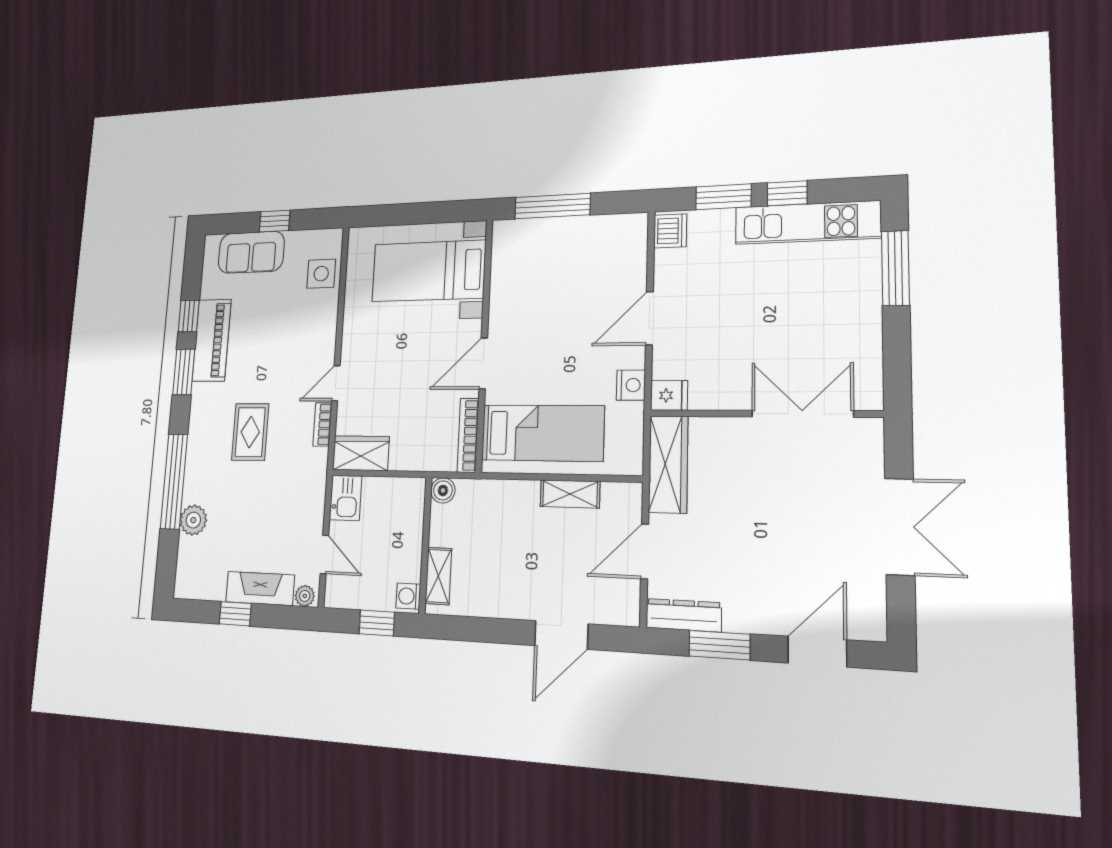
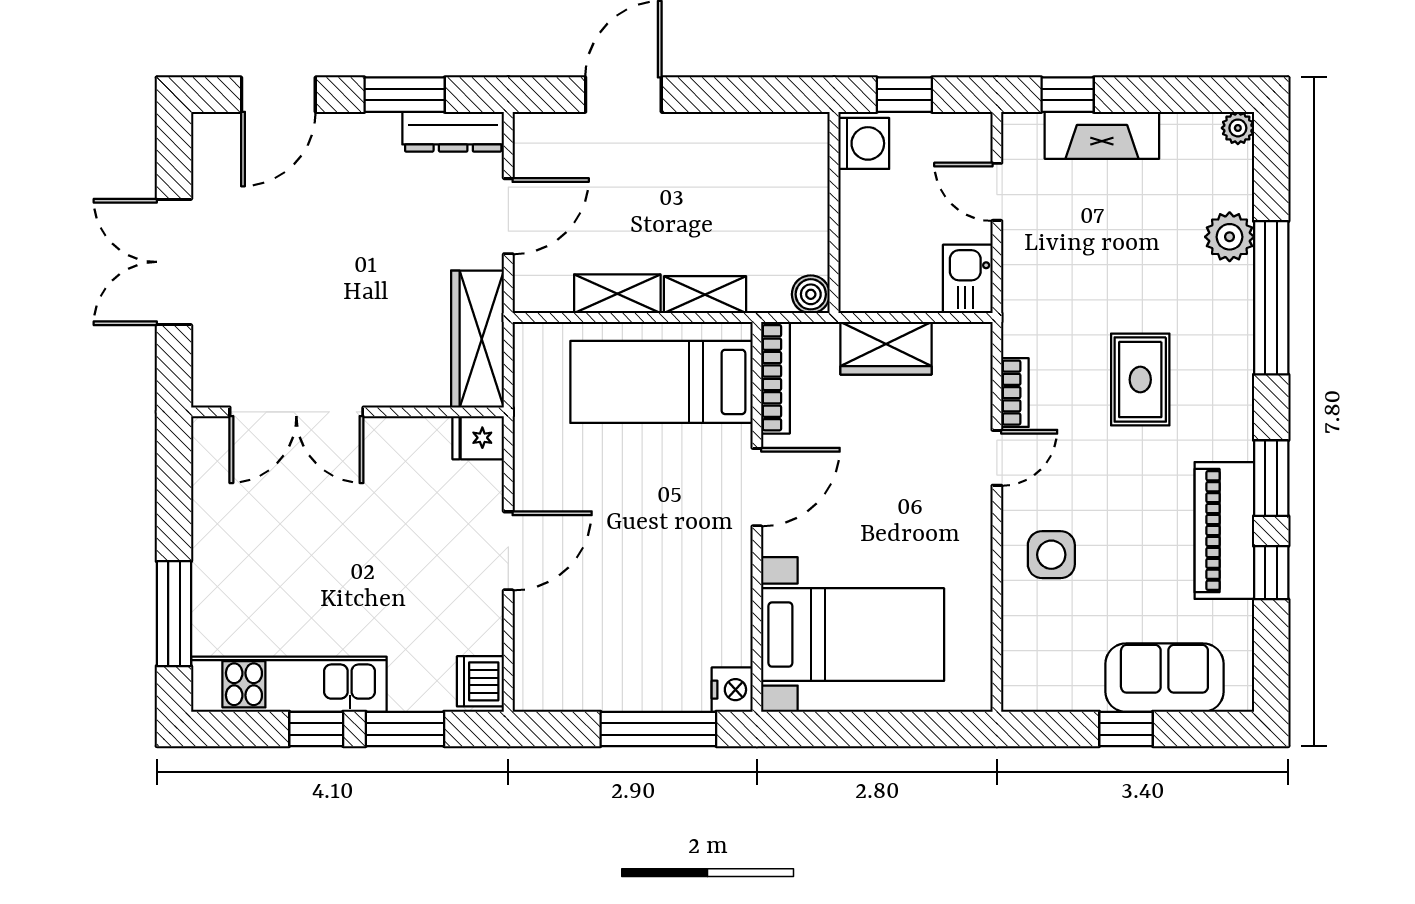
side table: (321, 274) -> (1051, 555), moved
nightstand: (631, 385) -> (732, 690), moved, turned 180
wardrobe: (361, 453) -> (886, 348), moved
shelving: (438, 576) -> (705, 295), moved, turned 90
plant: (305, 596) -> (1238, 128), moved
washing machine: (408, 596) -> (864, 143), width x1.38, depth x1.38
window: (235, 614) -> (1068, 95), moved

